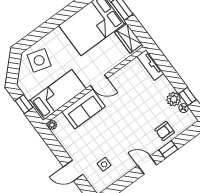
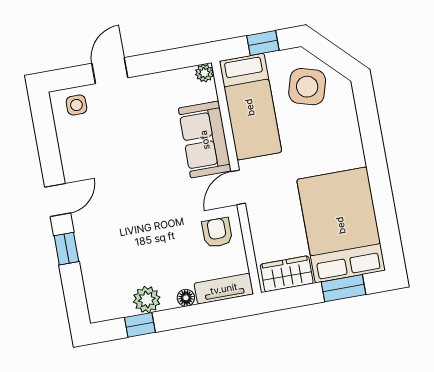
side table: (39, 60) -> (307, 87), moved
floor lamp: (184, 108) -> (186, 298), moved
armchair: (165, 131) -> (217, 233), moved
side table: (104, 164) -> (76, 105), moved

